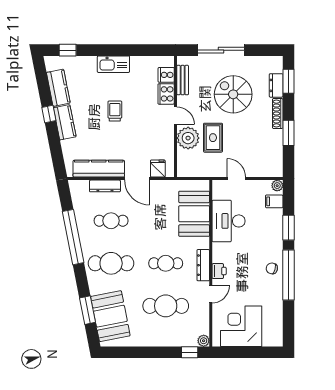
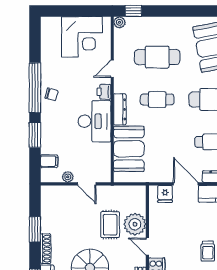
plant: (277, 186) -> (68, 177), moved
desk: (229, 221) -> (95, 121), moved
dresser: (203, 265) -> (120, 109), moved

